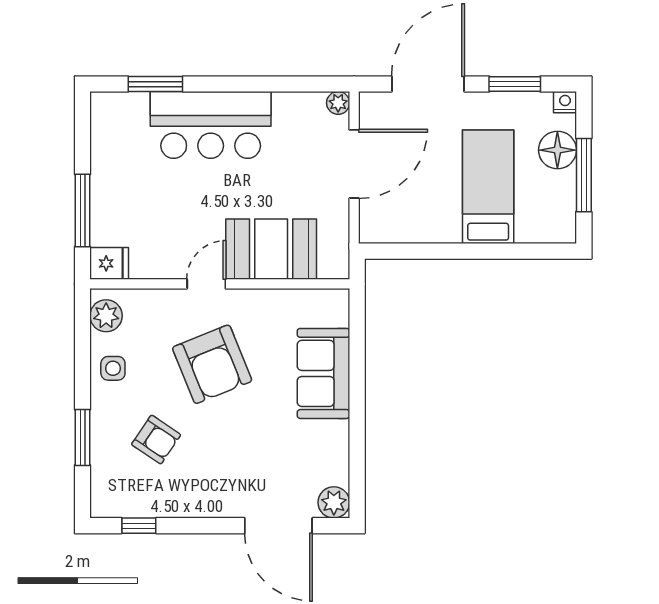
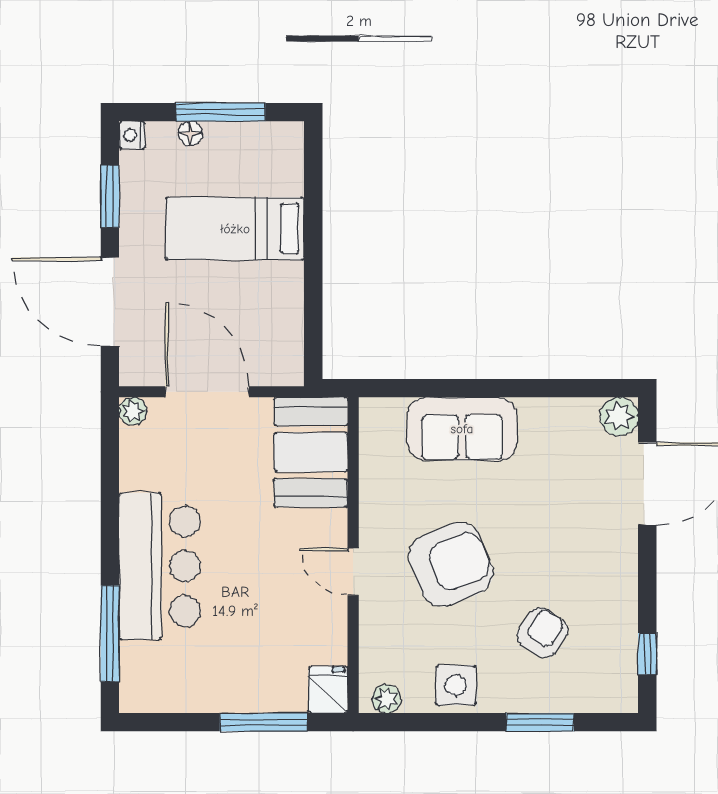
window: (155, 84) -> (110, 634), width x1.44
floor lamp: (557, 150) -> (190, 133), width x0.53, depth x0.53
booth: (271, 249) -> (311, 452), moved
plant: (106, 316) -> (386, 699), width x0.73, depth x0.73
side table: (113, 368) -> (456, 685), width x1.37, depth x1.37

